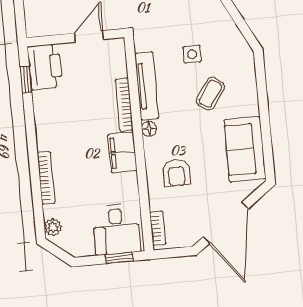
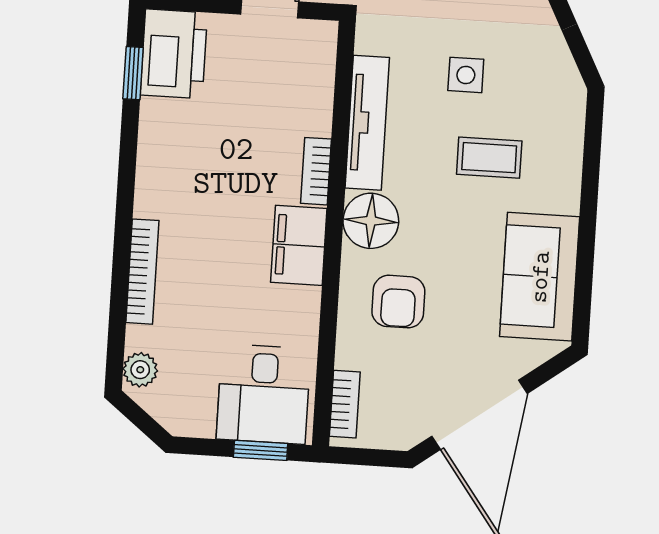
coffee table: (210, 94) -> (489, 158), turned 55
bookcase: (124, 105) -> (316, 171), width x0.64
floor lamp: (149, 129) -> (371, 221), width x1.89, depth x1.89

